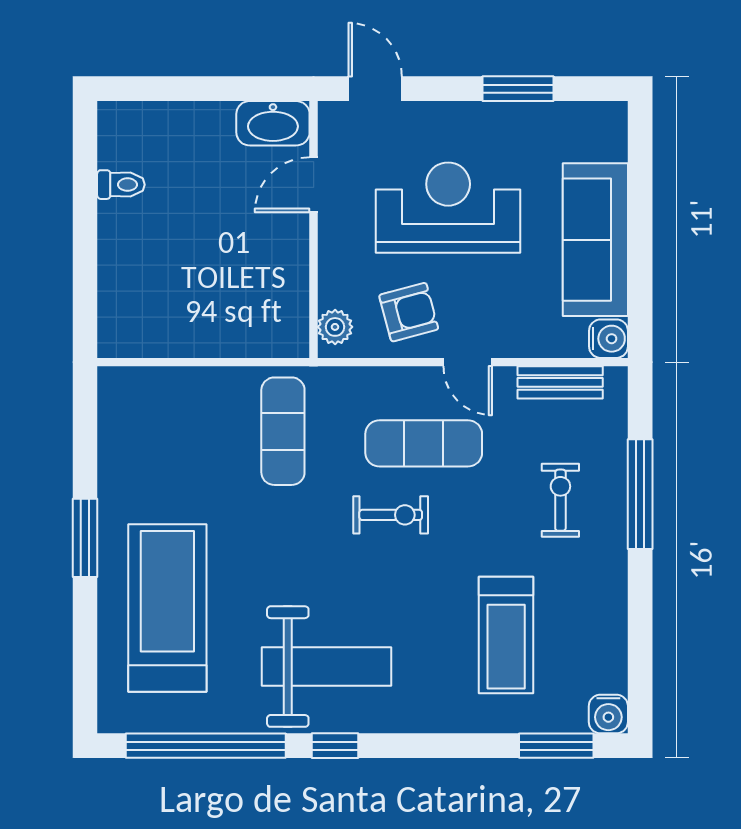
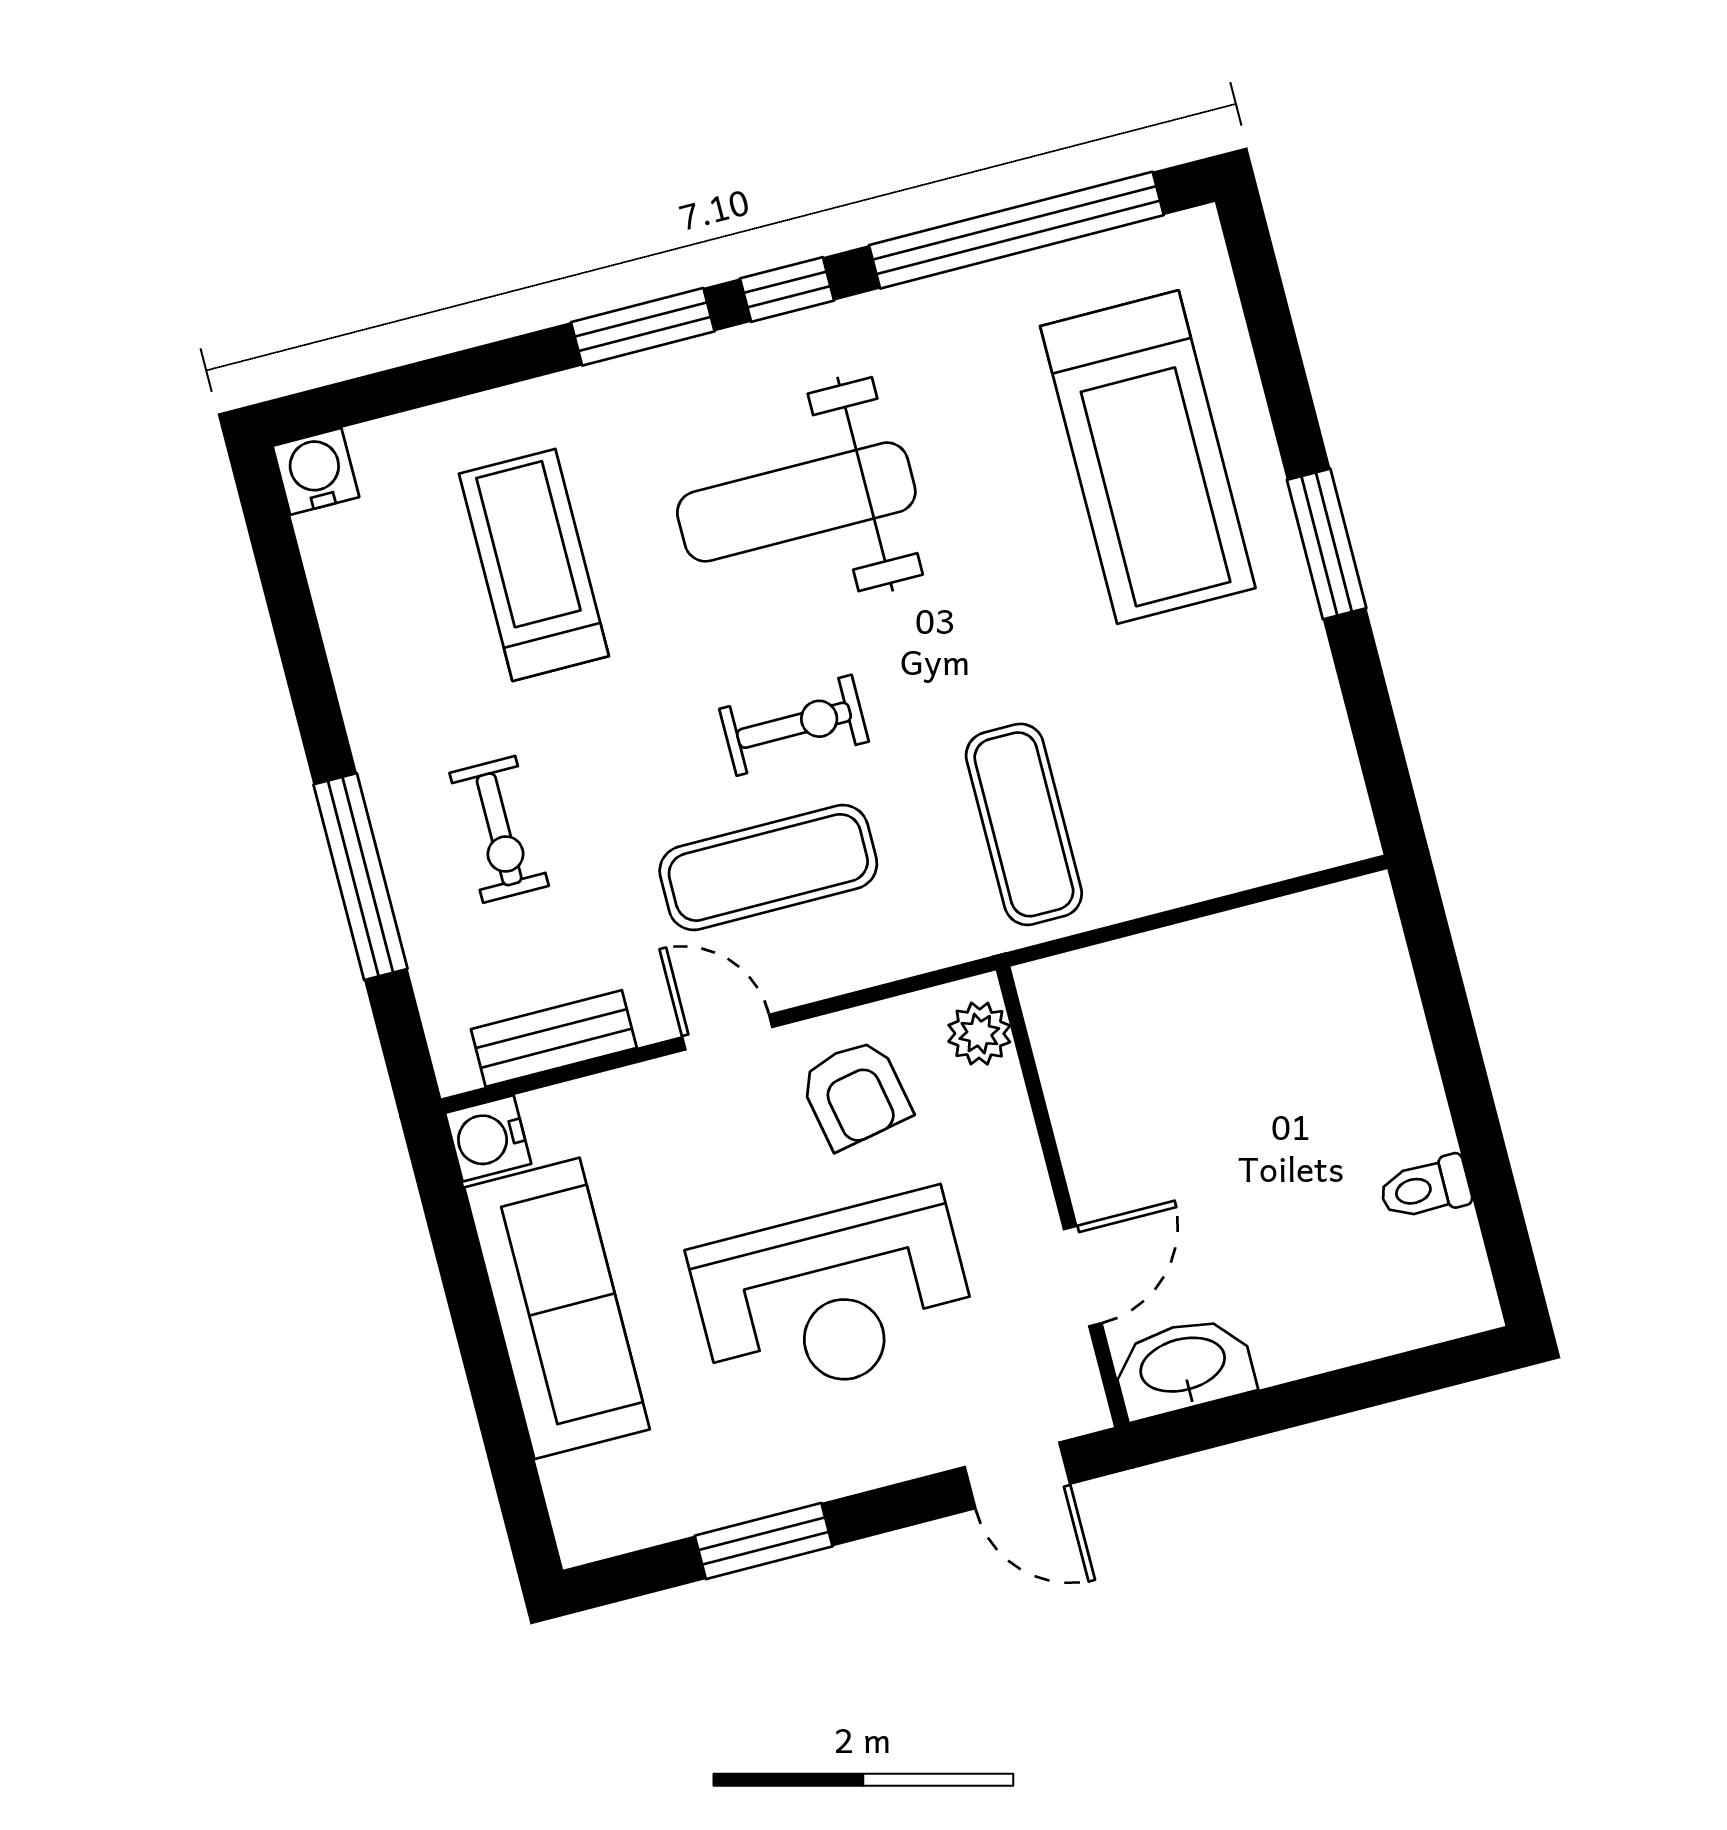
armchair: (409, 312) -> (855, 1094), turned -86
exercise bike: (391, 515) -> (794, 725), turned 180
weight bench: (327, 667) -> (796, 502), moved
window: (556, 746) -> (643, 327), moved

